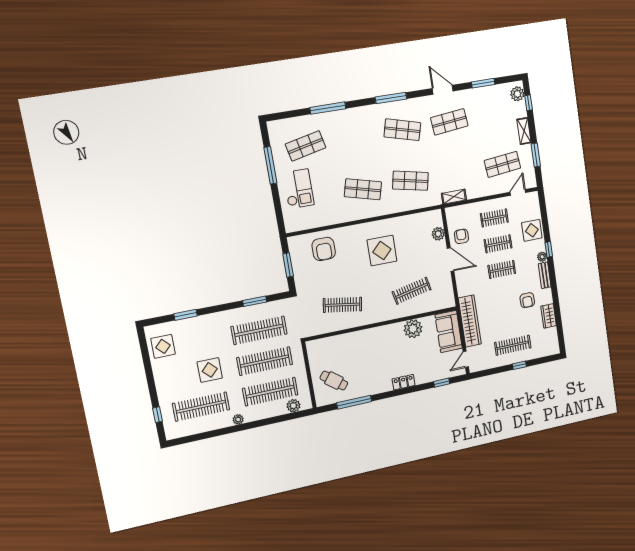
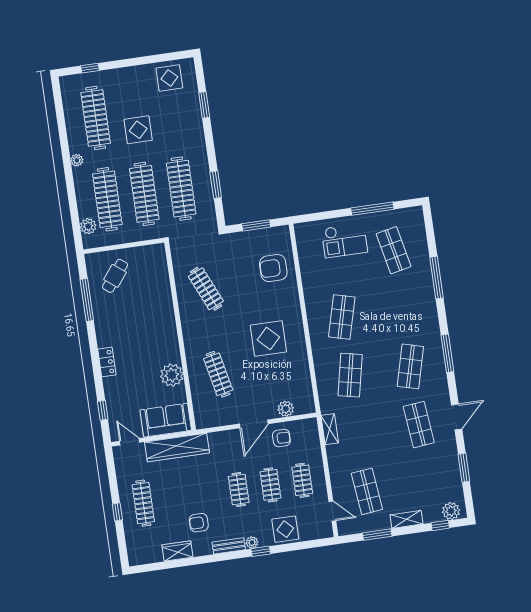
clothes rail: (342, 305) -> (206, 289), turned -33

